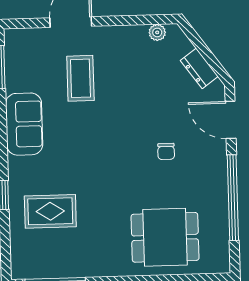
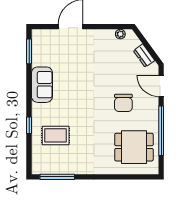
coffee table: (80, 78) -> (75, 59), removed
chair: (166, 151) -> (123, 103), width x1.87, depth x1.87
dining table: (165, 237) -> (134, 147), moved

